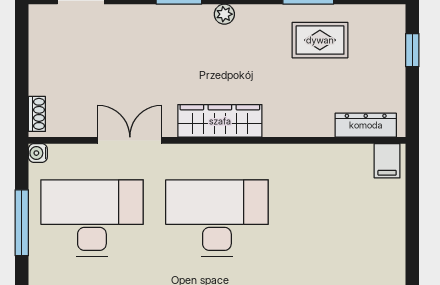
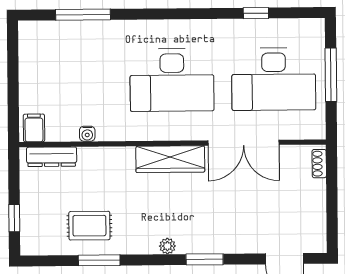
double door: (130, 140) -> (243, 143), width x1.37
water cooler: (38, 153) -> (87, 134), moved, turned 90

